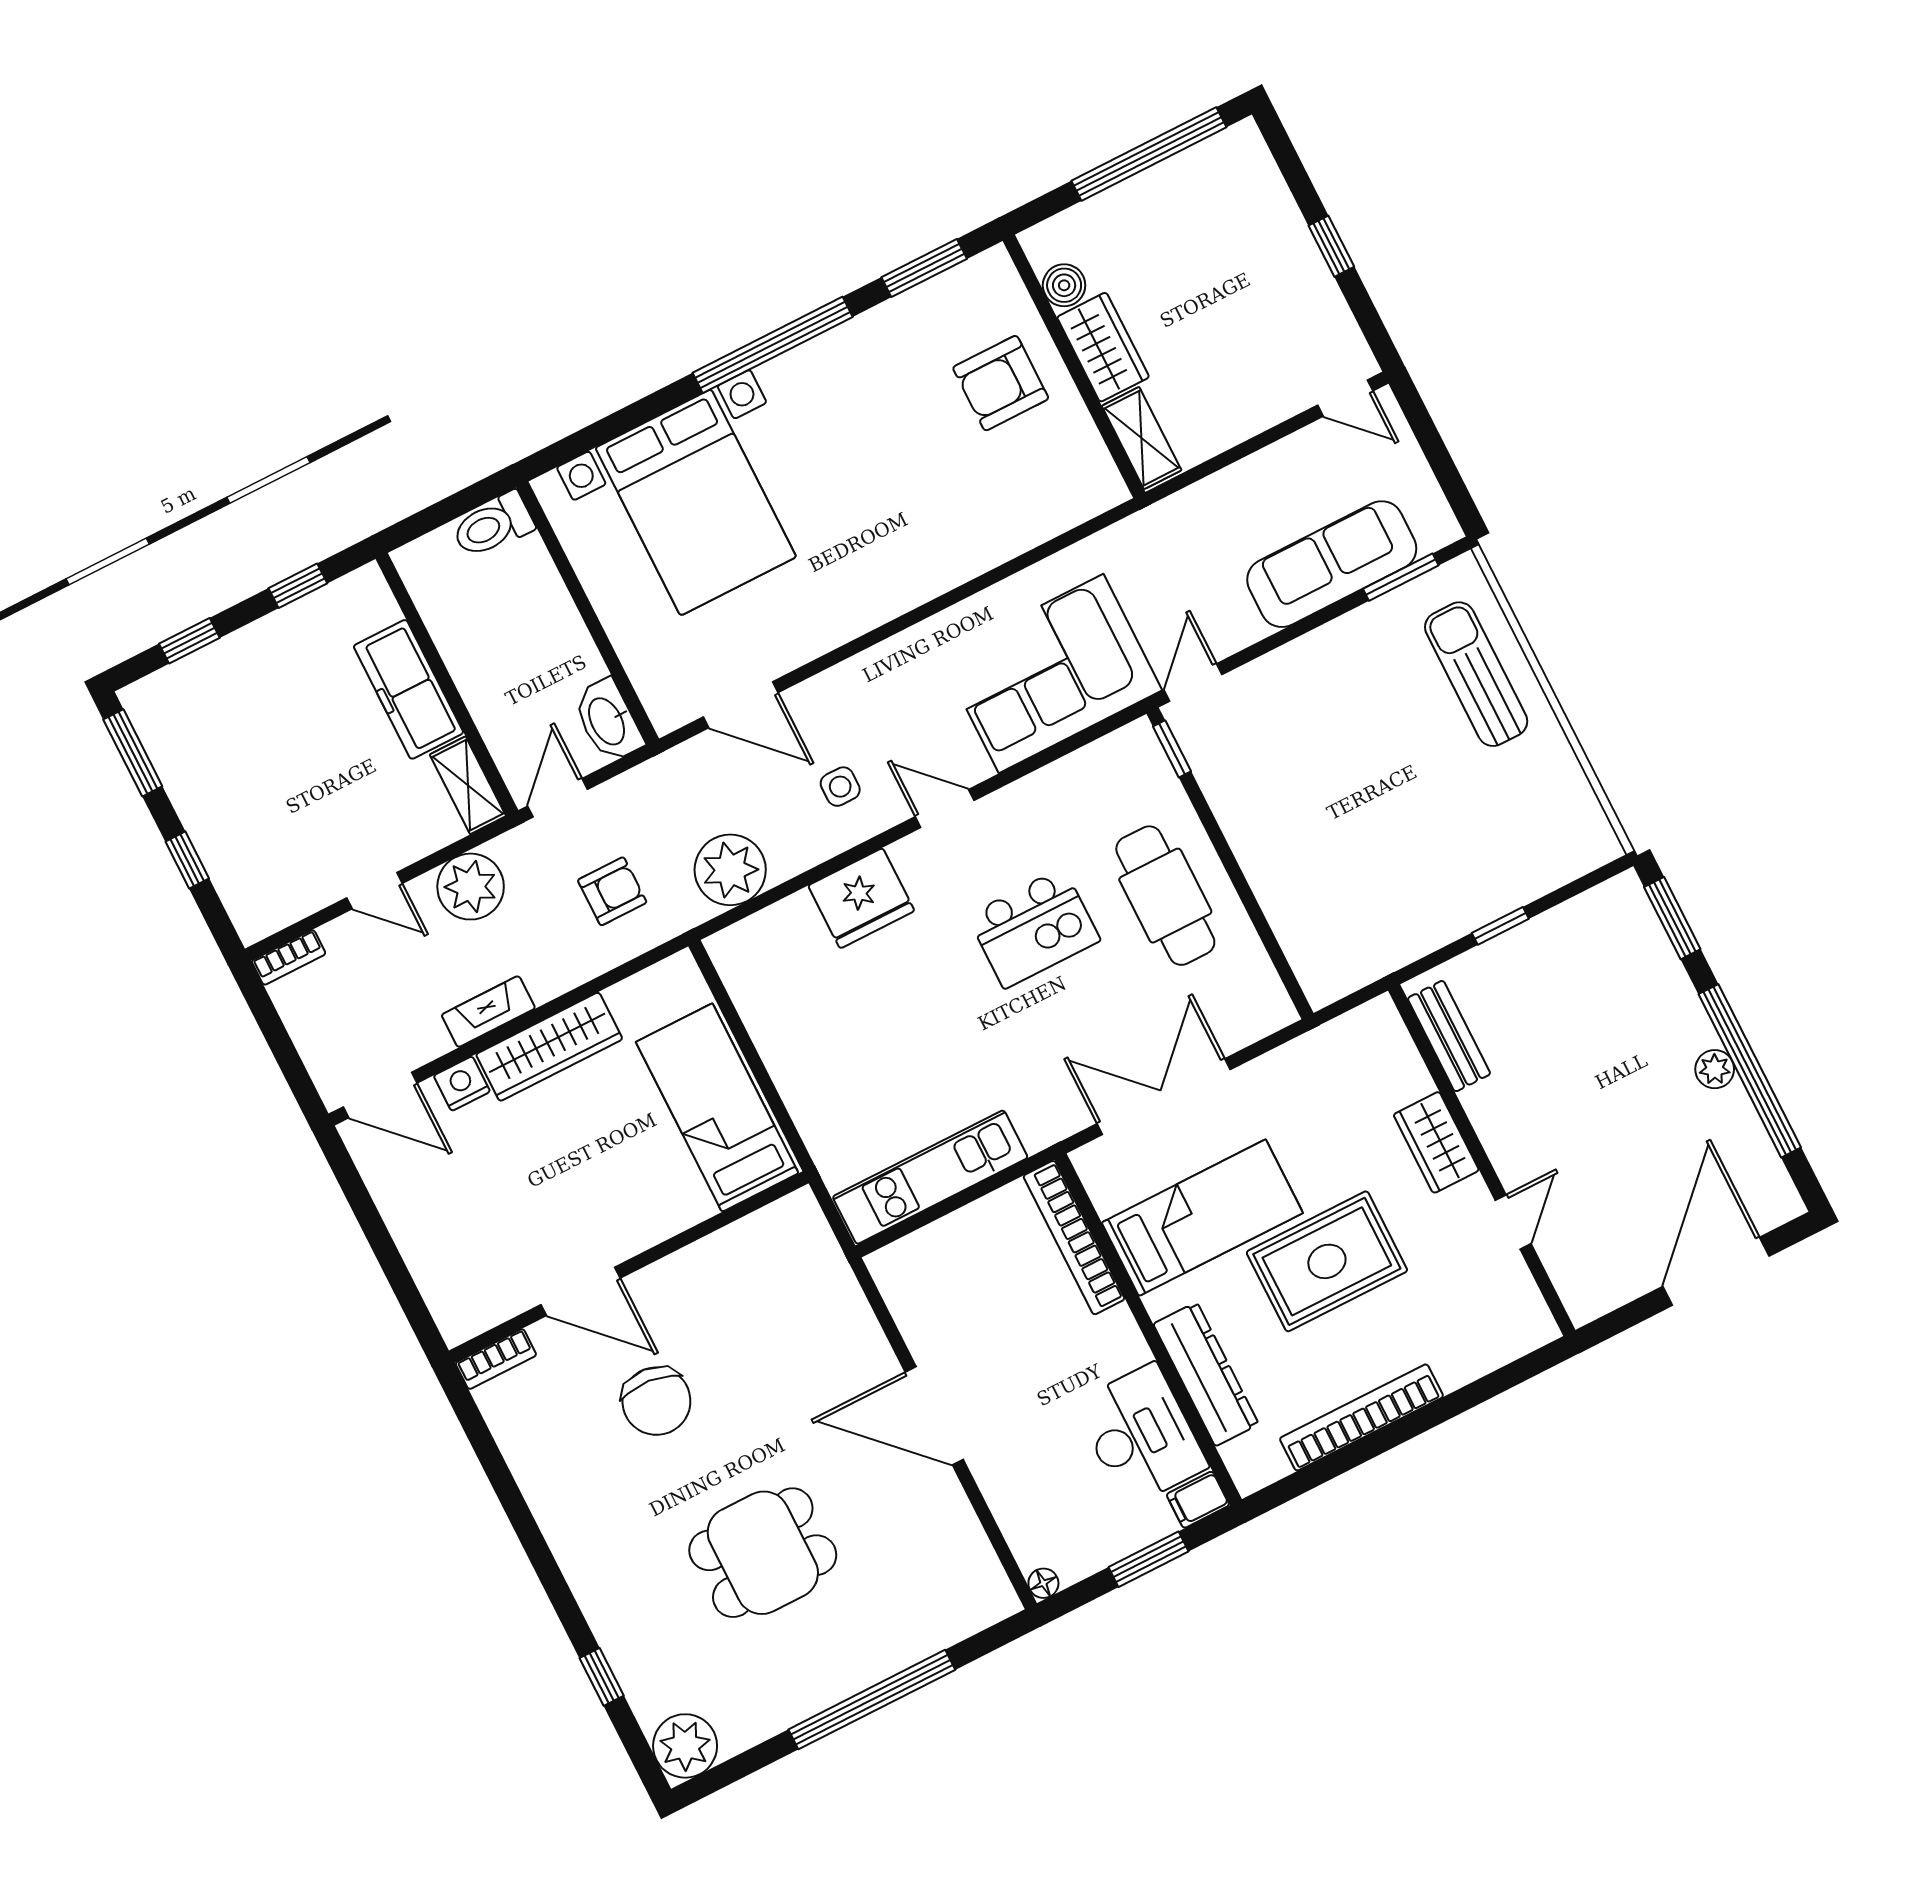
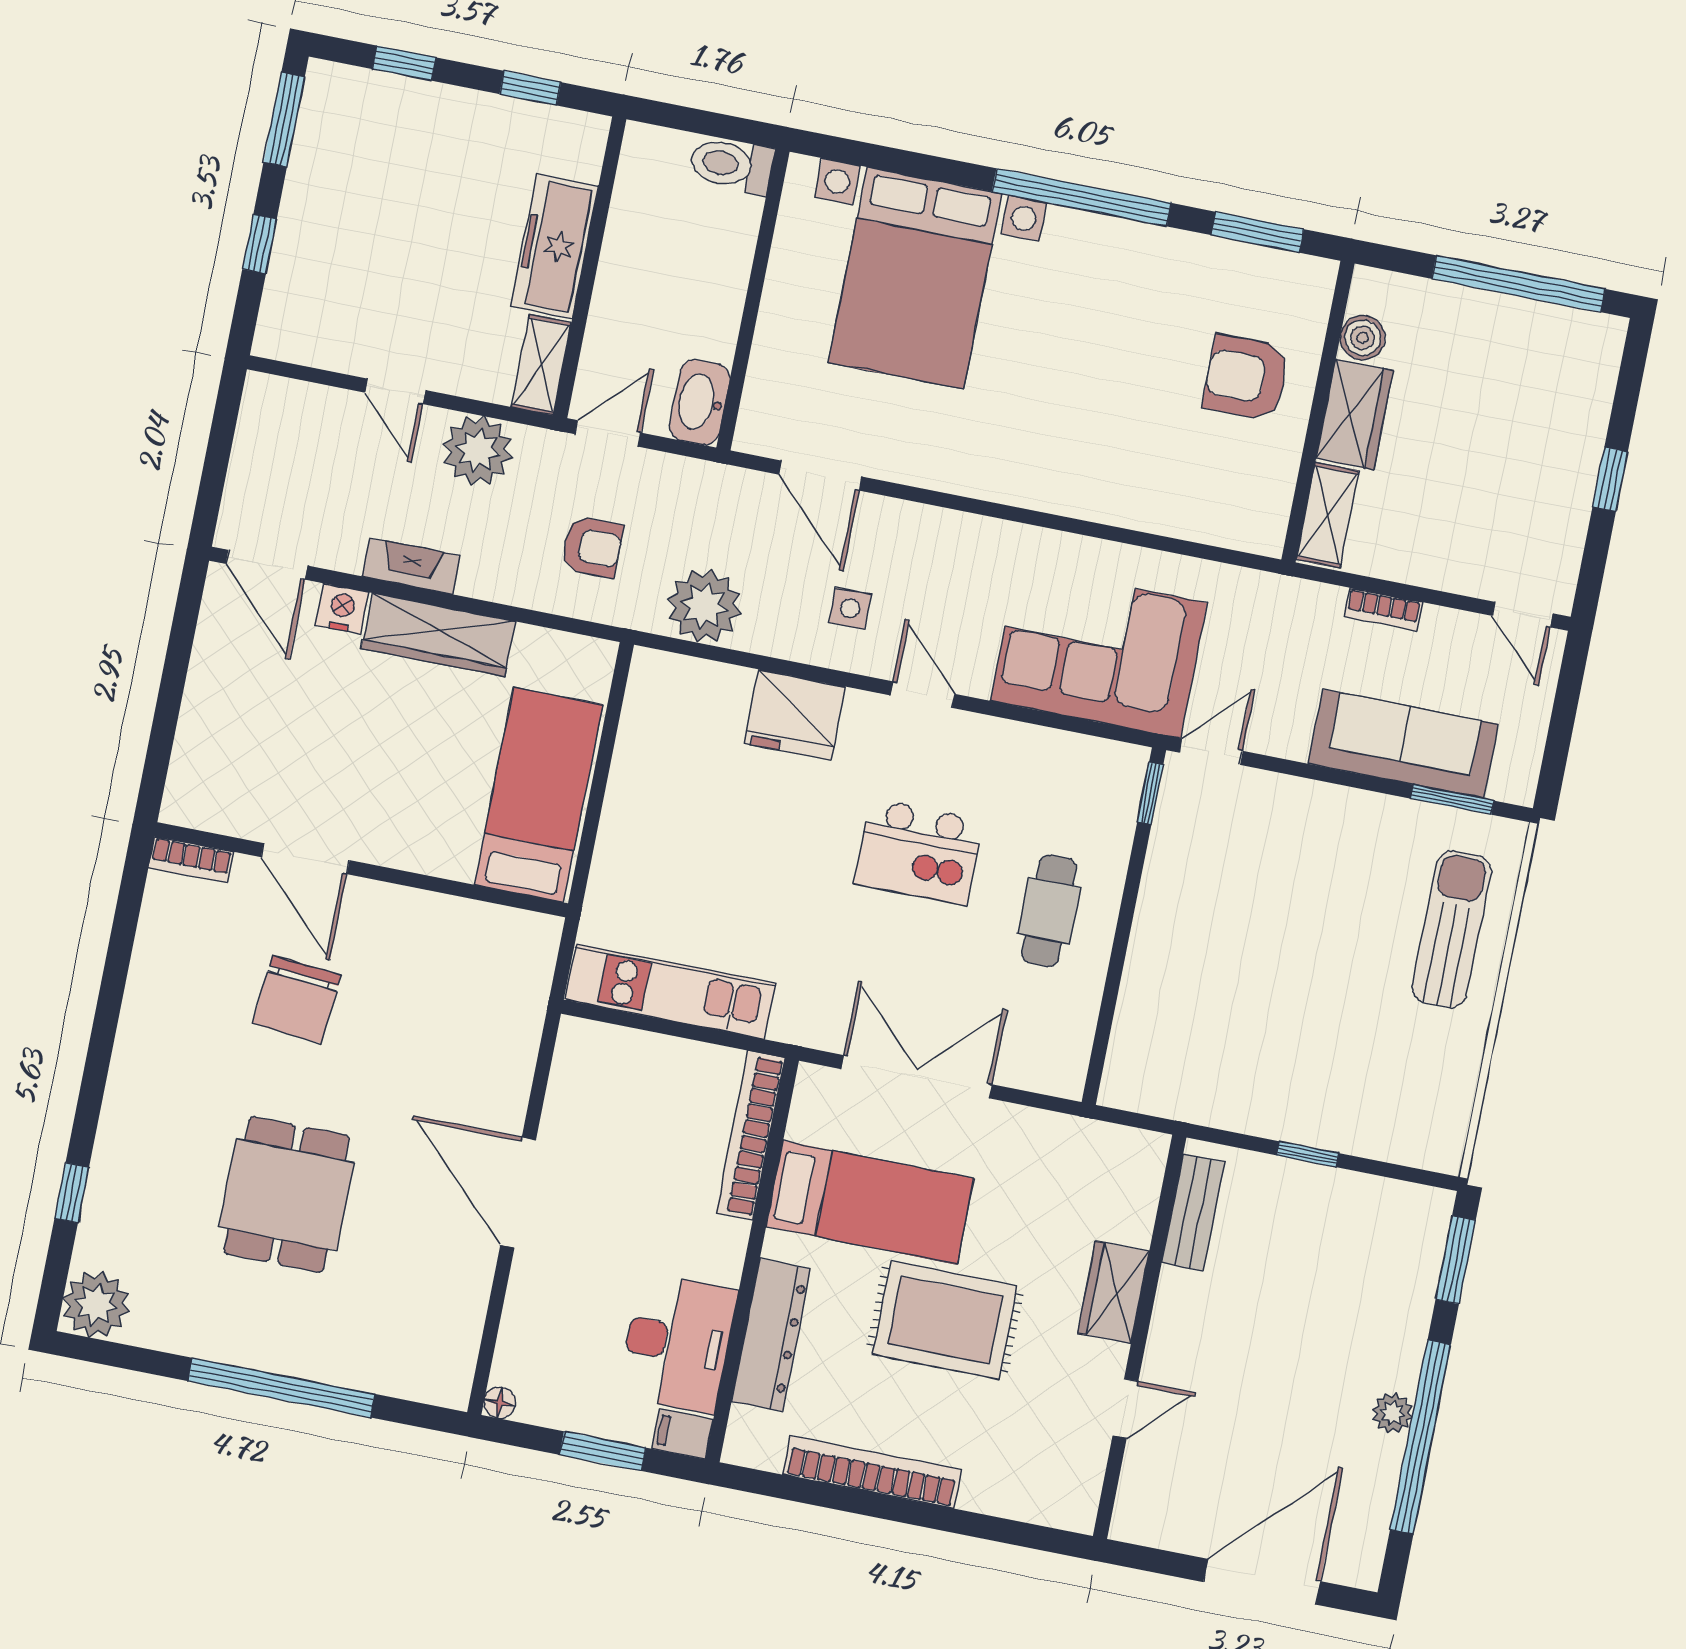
cafe table: (1165, 896) -> (1049, 911), width x0.73, depth x0.74
bookcase: (289, 957) -> (1383, 609), moved
dining table: (763, 1553) -> (286, 1195), turned 90

